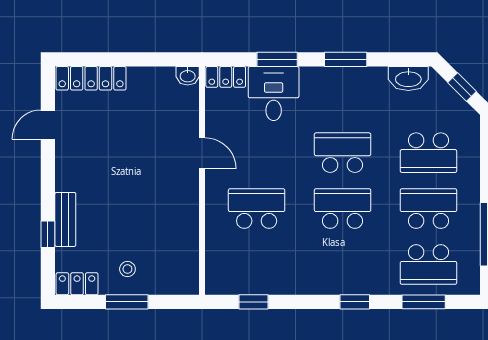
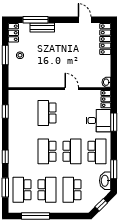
window: (346, 59) -> (114, 169), moved
school desk: (343, 97) -> (97, 151), added
door: (202, 153) -> (72, 89), swing flipped
school desk: (257, 209) -> (47, 113), turned 180
school desk: (343, 209) -> (47, 151), turned 180
window: (48, 234) -> (36, 20), width x2.17

